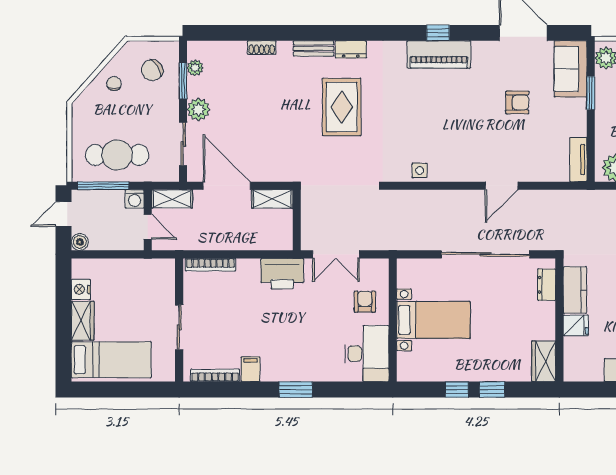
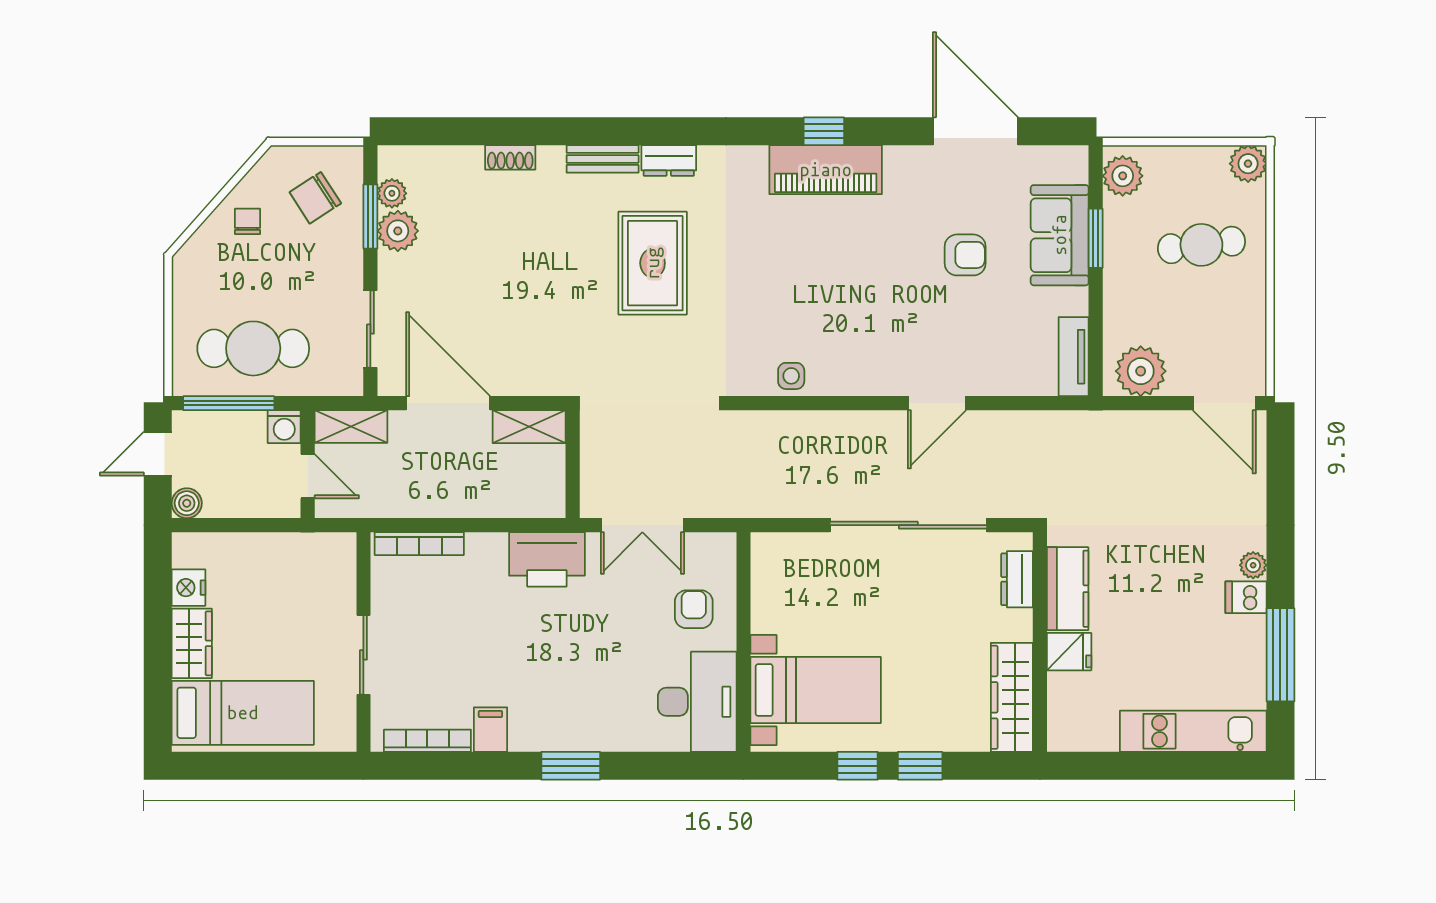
sofa: (571, 69) -> (1060, 235), moved
plant: (198, 109) -> (398, 231), moved
bed with nightstands: (433, 320) -> (816, 690), moved
wardrobe: (544, 361) -> (1012, 697), width x1.50

